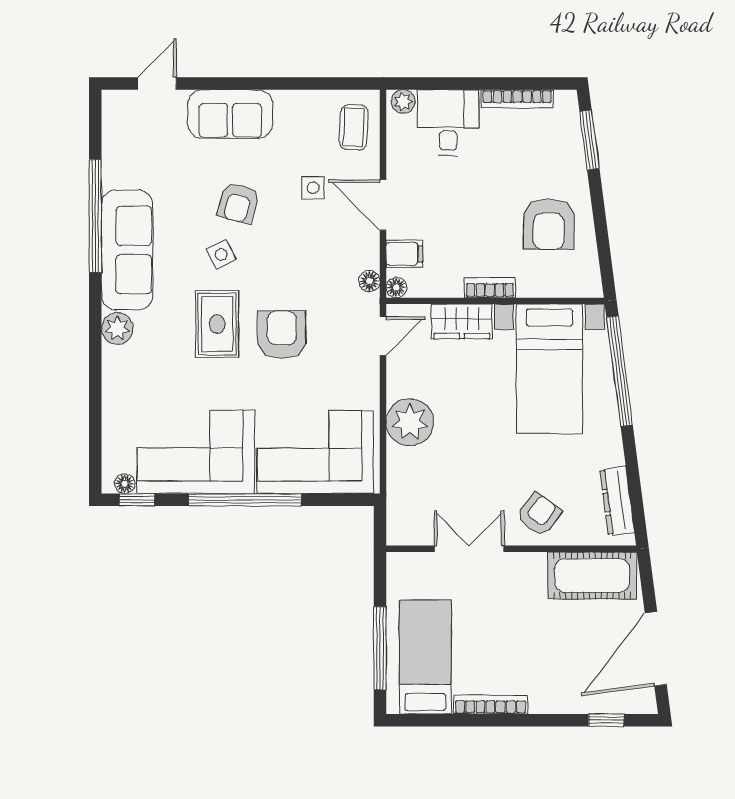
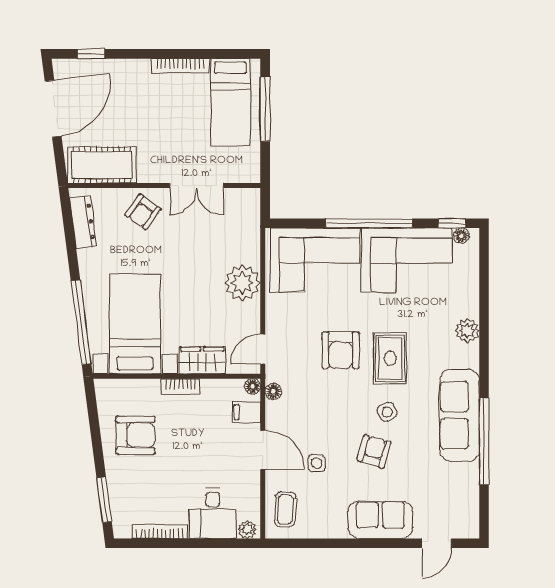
armchair: (549, 224) -> (136, 435), turned 90
plant: (117, 329) -> (467, 331), moved

